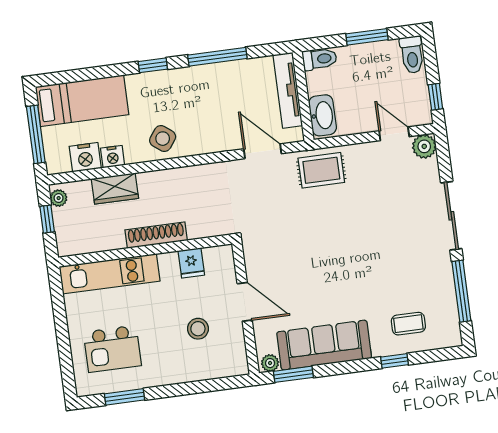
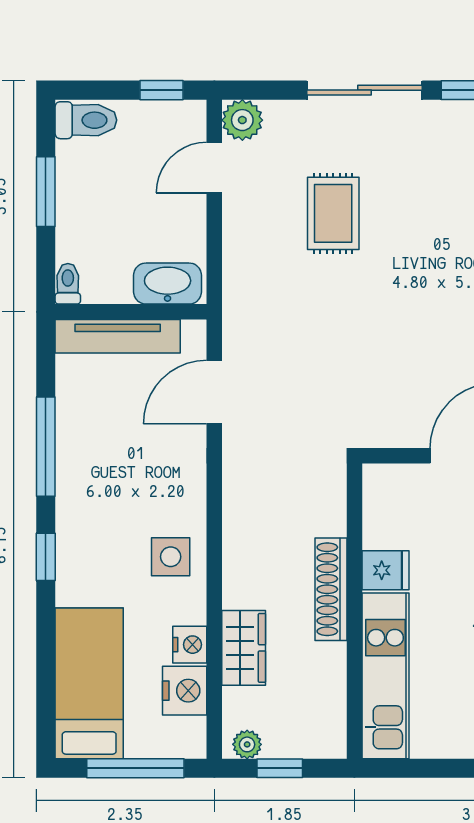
toilet: (320, 59) -> (68, 284), width x0.73, depth x0.72
side table: (163, 139) -> (171, 557), turned -37
rug: (321, 170) -> (333, 213), moved
fridge: (191, 263) -> (385, 570), moved

